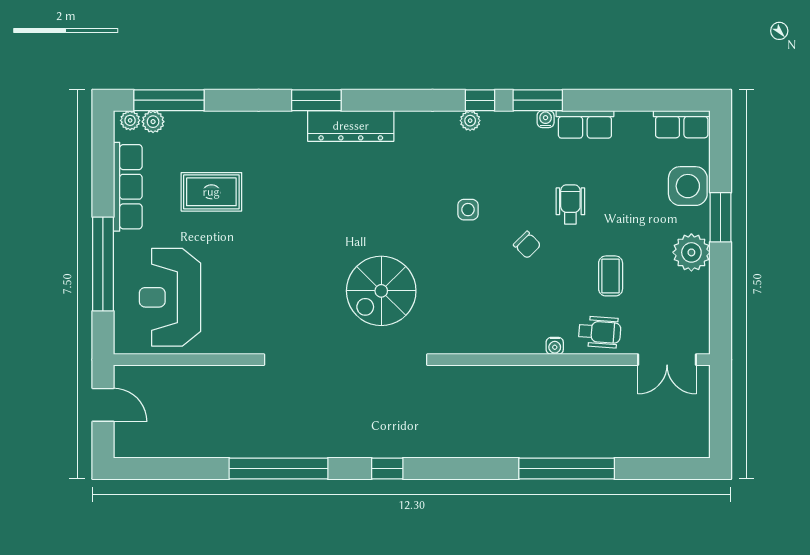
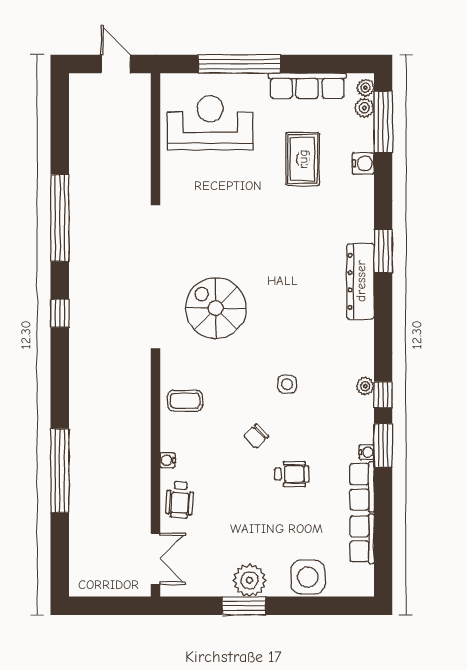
water cooler: (216, 123) -> (363, 163), added
row of seats: (682, 124) -> (362, 539), moved
window: (720, 217) -> (244, 606), moved
coffee table: (611, 276) -> (185, 401), moved
double door: (667, 360) -> (155, 559), swing flipped
door: (103, 405) -> (116, 64), swing flipped

